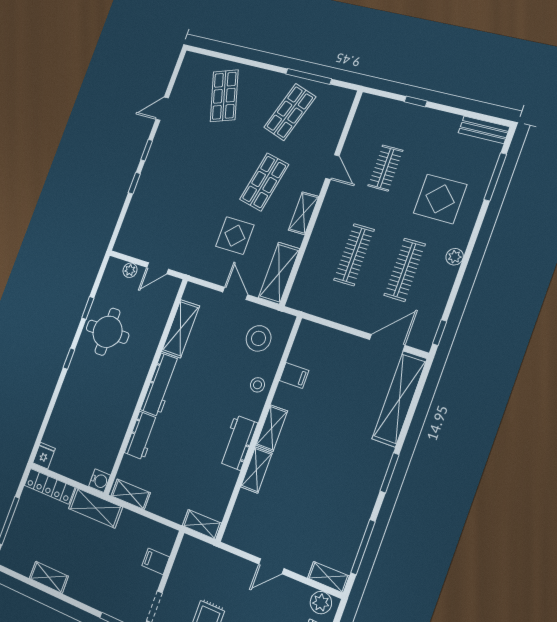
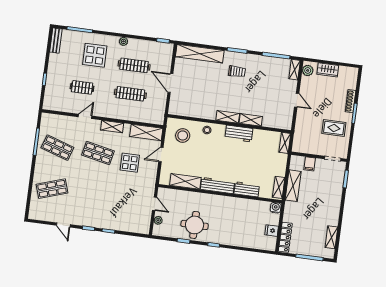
door: (387, 342) -> (170, 83), moved
filing cabinet: (294, 375) -> (198, 111), removed
fridge: (44, 456) -> (272, 231), moved
trolley: (350, 464) -> (237, 71), added
shelving: (95, 508) -> (293, 186), moved
shelving: (49, 577) -> (331, 237), moved

